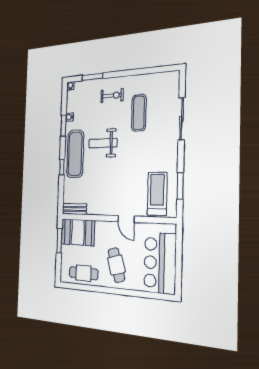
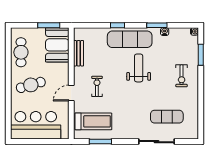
exercise mat: (139, 113) -> (167, 117), moved
exercise bike: (120, 189) -> (97, 86), added
bench: (74, 209) -> (79, 53), moved

